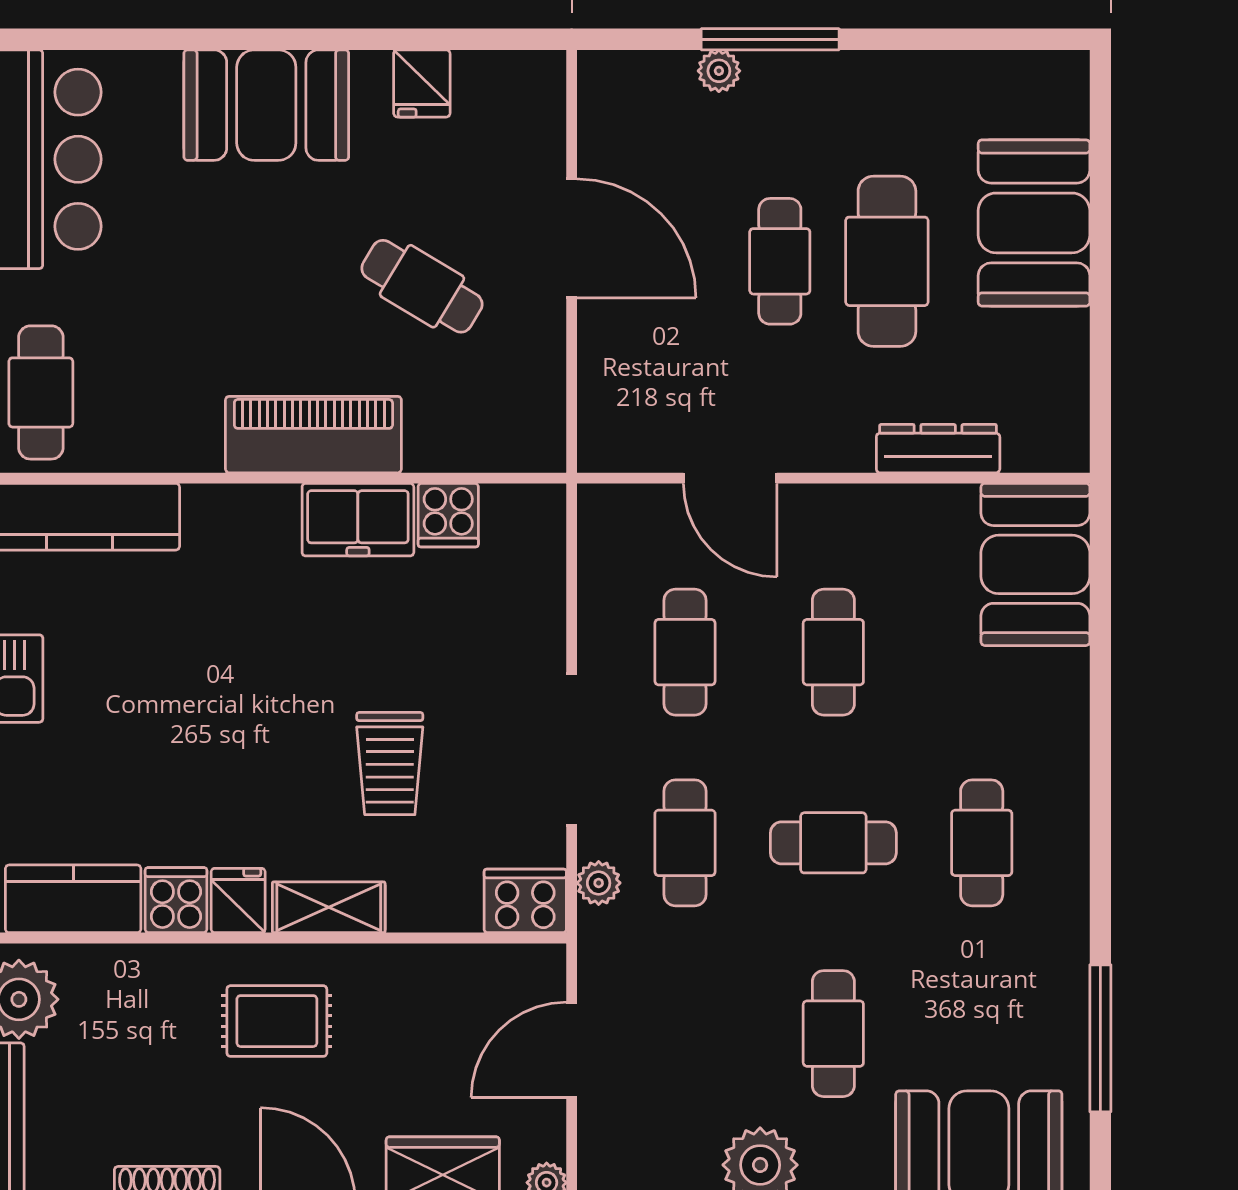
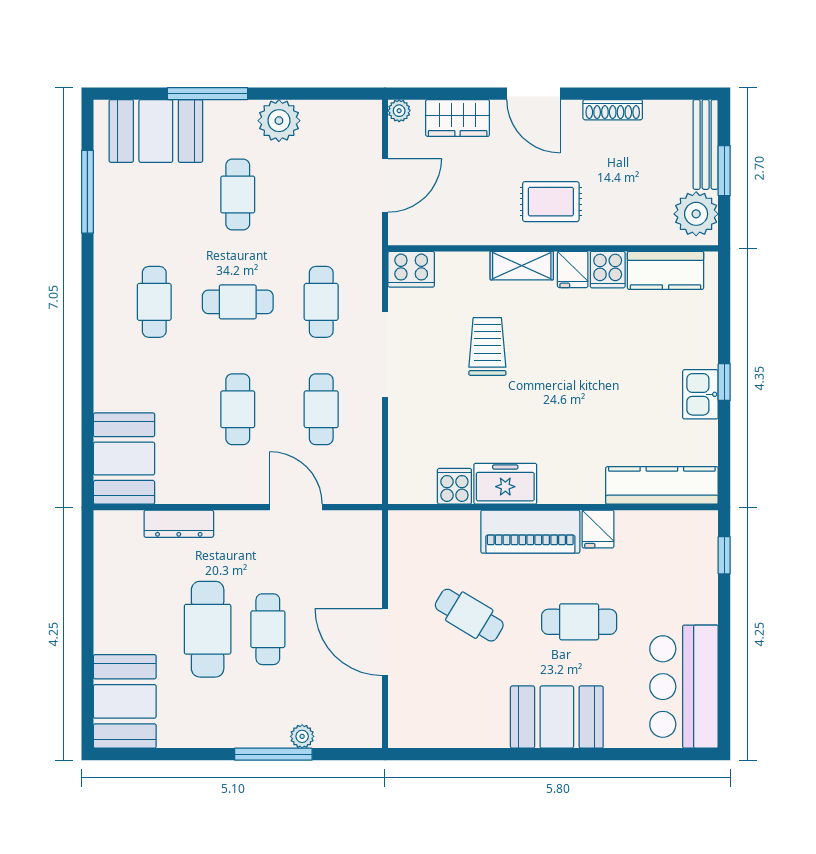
fridge: (422, 83) -> (598, 529), moved, turned 180
booth: (1034, 223) -> (125, 701), moved
cafe table: (41, 392) -> (579, 622), moved, turned 90
plant: (599, 883) -> (370, 279), removed

